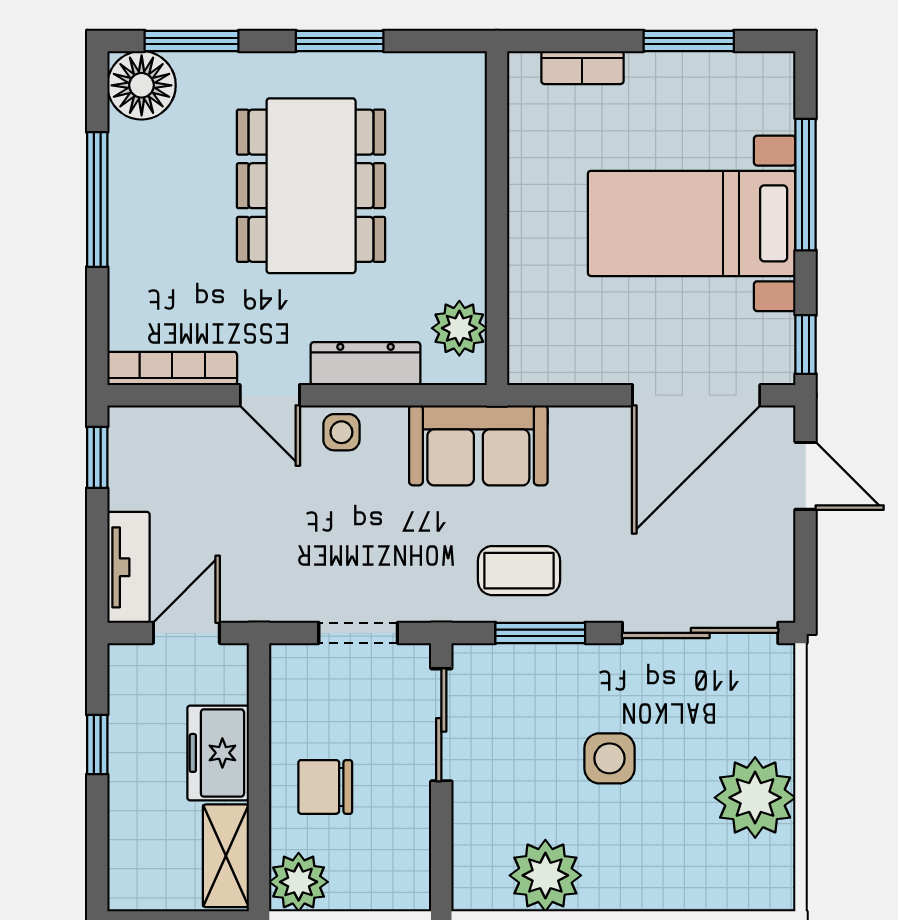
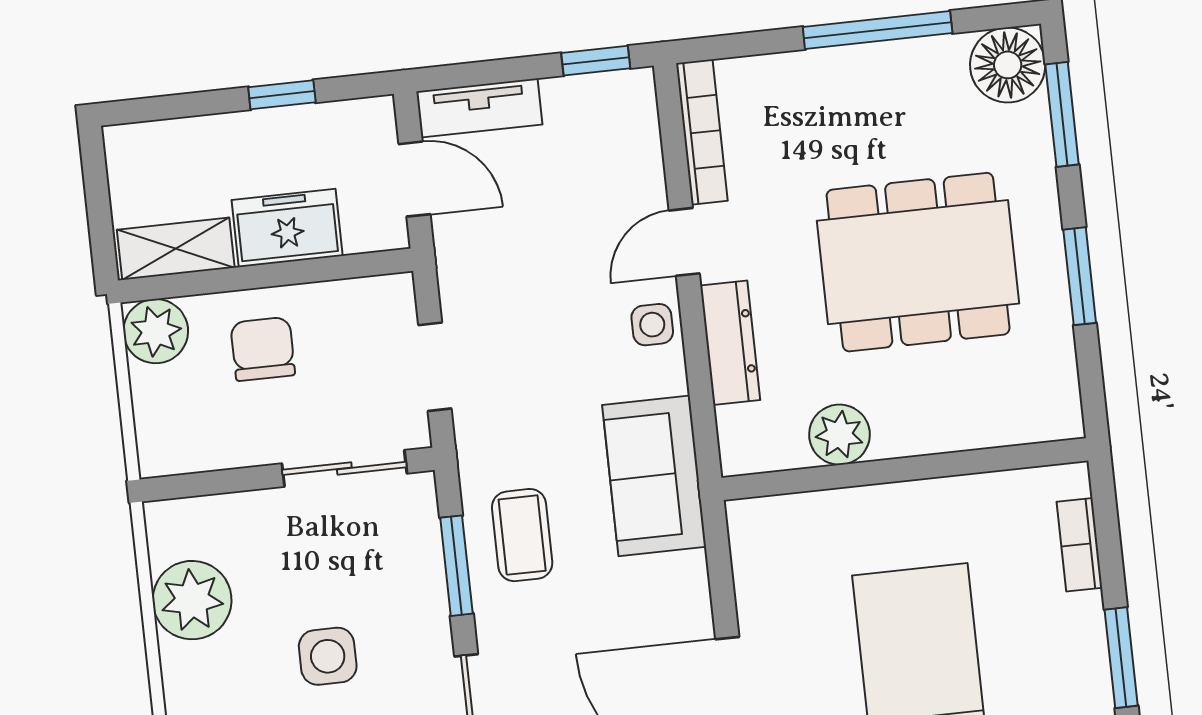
plant: (459, 328) -> (839, 435), moved

